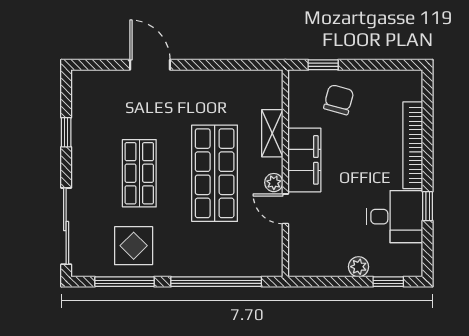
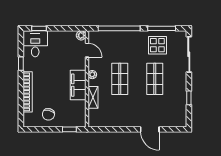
chair: (339, 100) -> (48, 114), moved
shop shelf: (215, 173) -> (120, 79), width x0.70, depth x0.74
door: (285, 209) -> (87, 50), moved
desk: (395, 217) -> (35, 44), moved, turned 90
plant: (359, 267) -> (81, 35), moved

